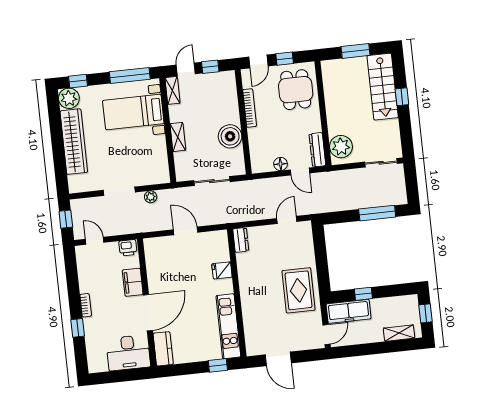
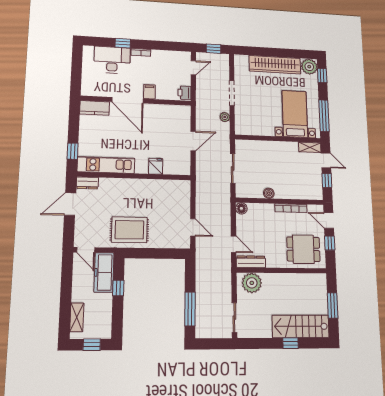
boiler: (230, 136) -> (269, 193), width x0.54, depth x0.54
shelving: (178, 137) -> (272, 146), removed
floor lamp: (280, 164) -> (241, 208), moved
door: (300, 172) -> (234, 244), swing flipped
dresser: (241, 240) -> (87, 183), moved
filing cabinet: (133, 282) -> (149, 92), width x0.50
desk: (128, 353) -> (112, 60), moved, turned 90

